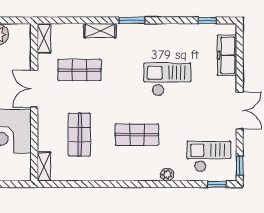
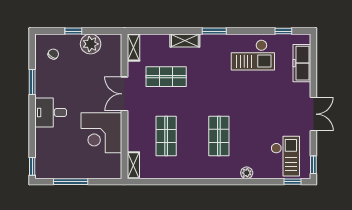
checkout: (167, 79) -> (253, 55), moved, turned 180
shop shelf: (137, 135) -> (219, 136), turned 90
checkout: (209, 156) -> (285, 156), turned 90

